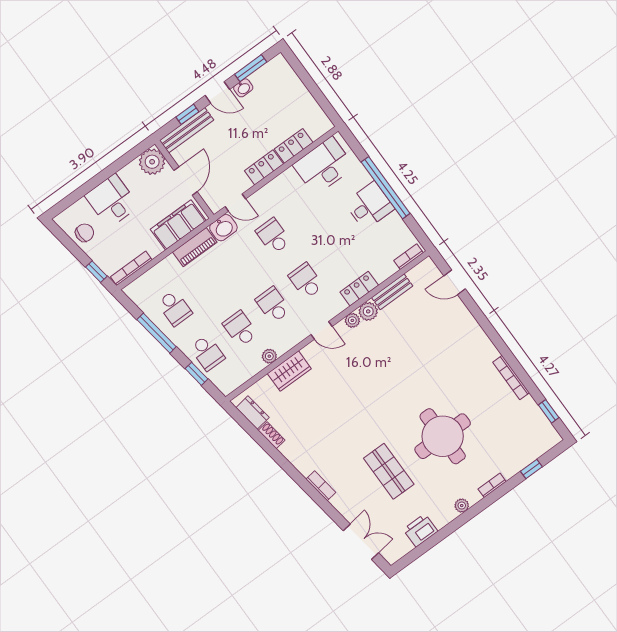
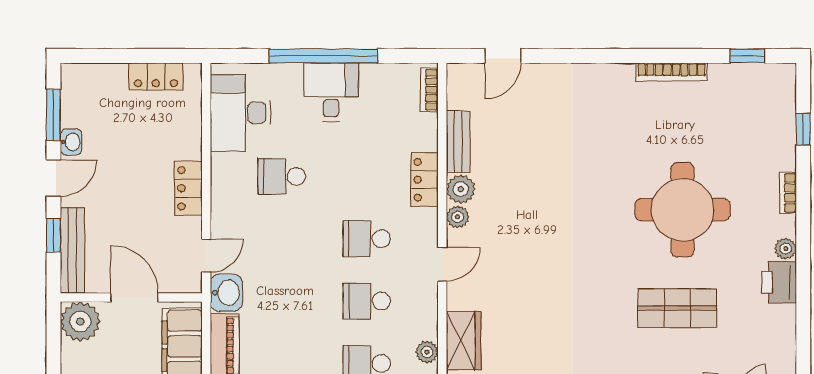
locker: (294, 146) -> (156, 76), moved, turned -90
school desk: (273, 236) -> (282, 176), moved
printer: (420, 530) -> (779, 282), moved

